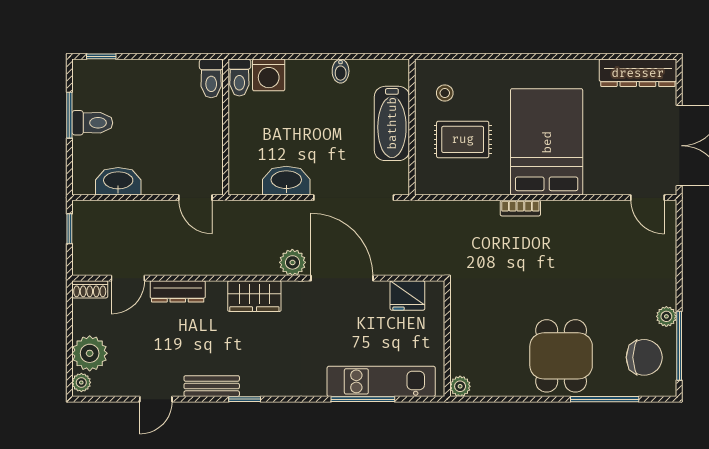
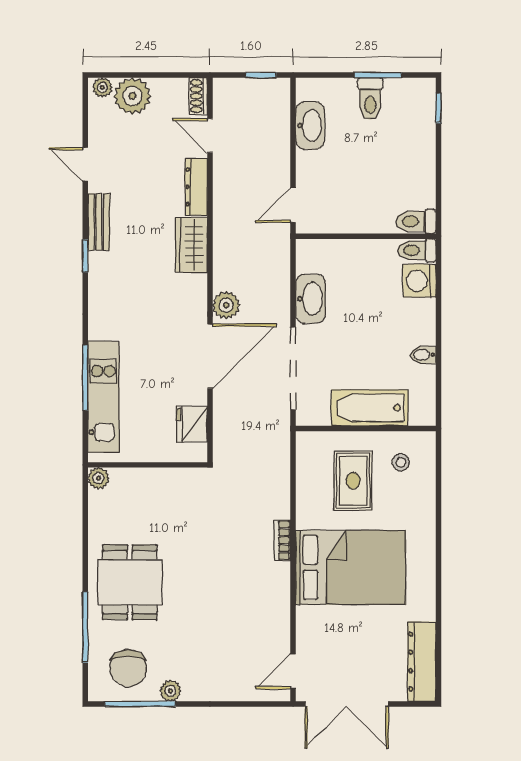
wardrobe: (254, 296) -> (191, 245), moved
dining table: (561, 356) -> (130, 582), turned 90

